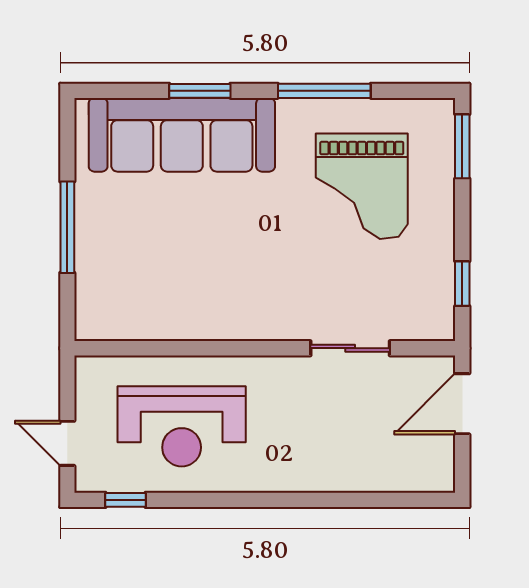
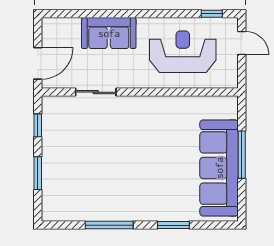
sofa: (182, 135) -> (219, 168), moved, turned -90
window: (462, 146) -> (38, 173), moved
grand piano: (362, 186) -> (90, 176), removed
sofa: (325, 463) -> (109, 33), added

